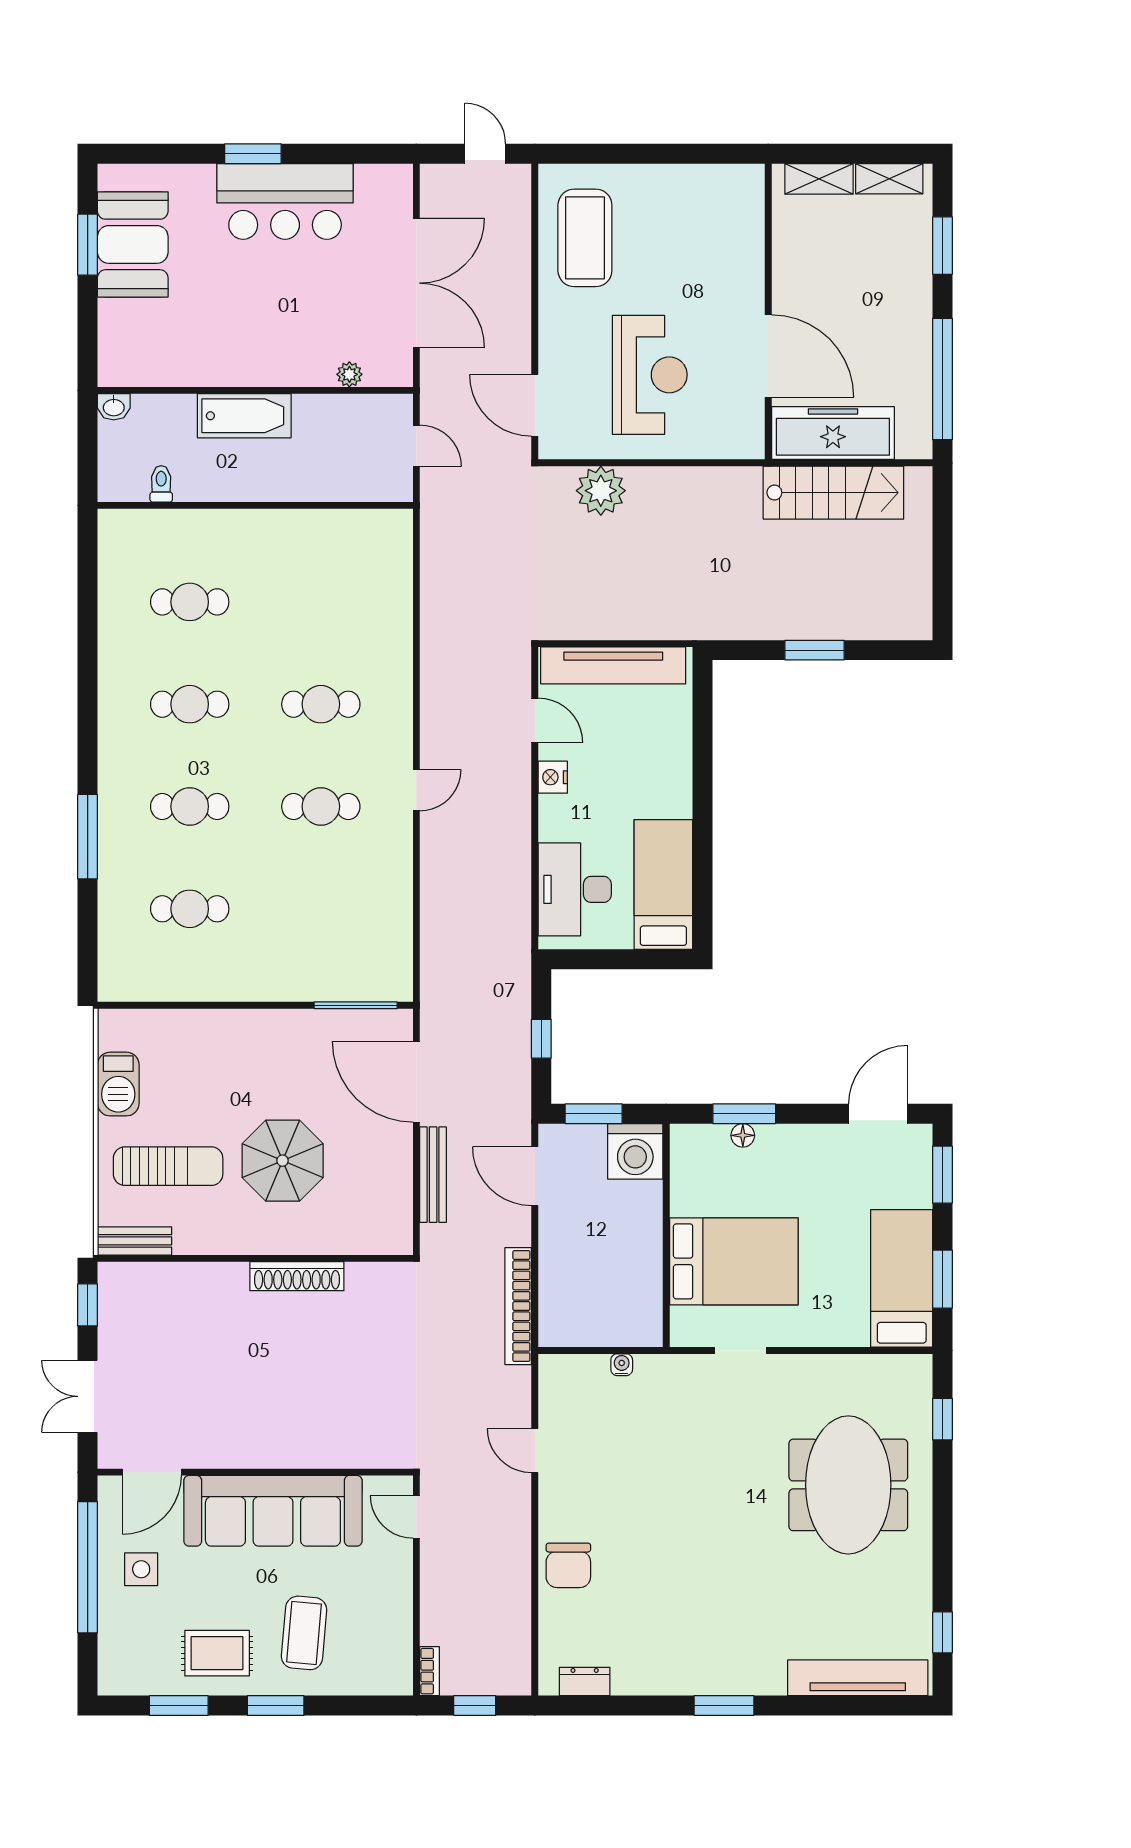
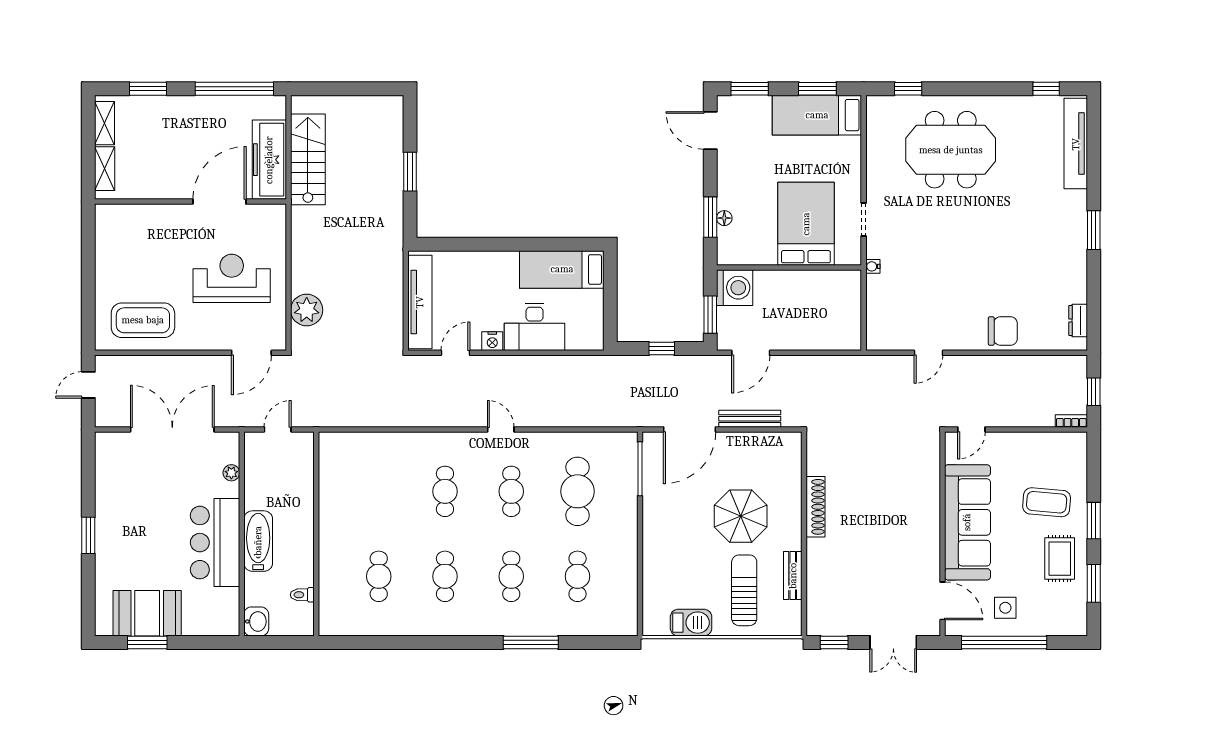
bar counter: (285, 201) -> (215, 543), moved, turned 180
washbasin: (114, 407) -> (256, 621), width x1.38, depth x1.45
desk: (575, 889) -> (535, 327), moved
cafe table: (321, 909) -> (578, 491), added
bench: (135, 1241) -> (793, 576), moved
bookcase: (518, 1306) -> (835, 364), removed
water cooler: (622, 1365) -> (873, 266), moved

